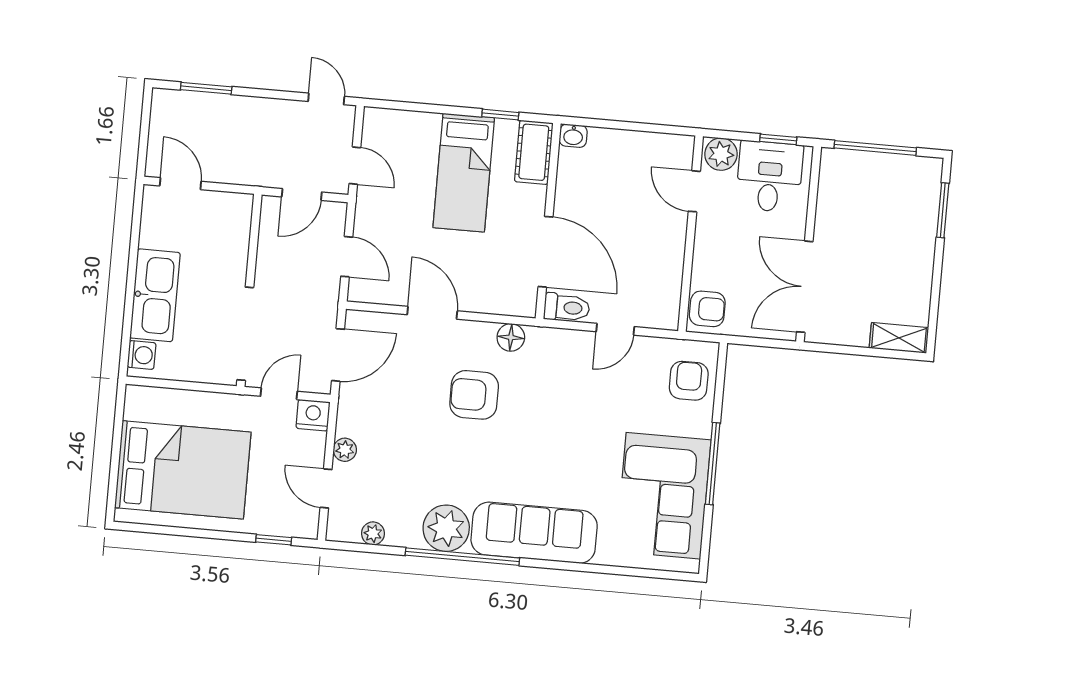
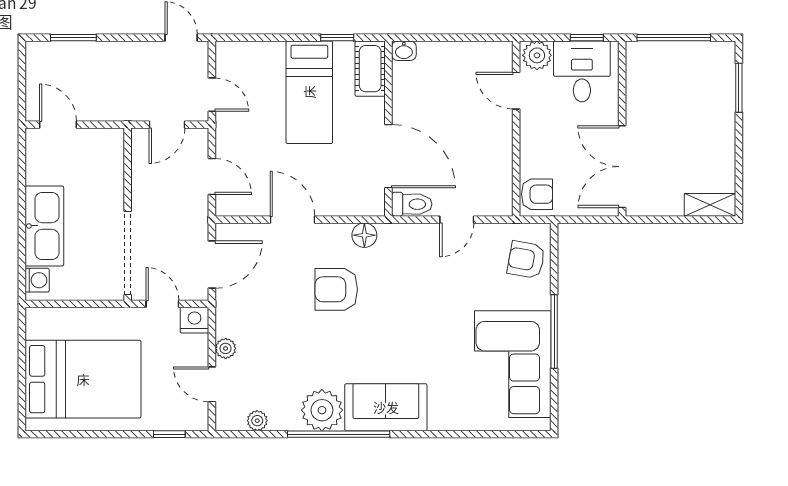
armchair: (689, 381) -> (526, 260), turned -80
door: (279, 394) -> (162, 304), hinge flipped
sofa: (534, 533) -> (386, 407), width x0.73

